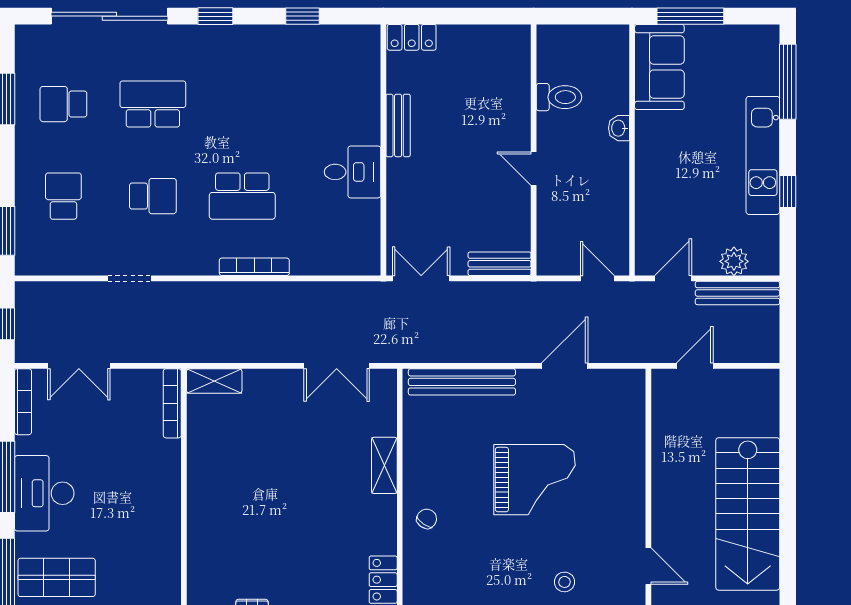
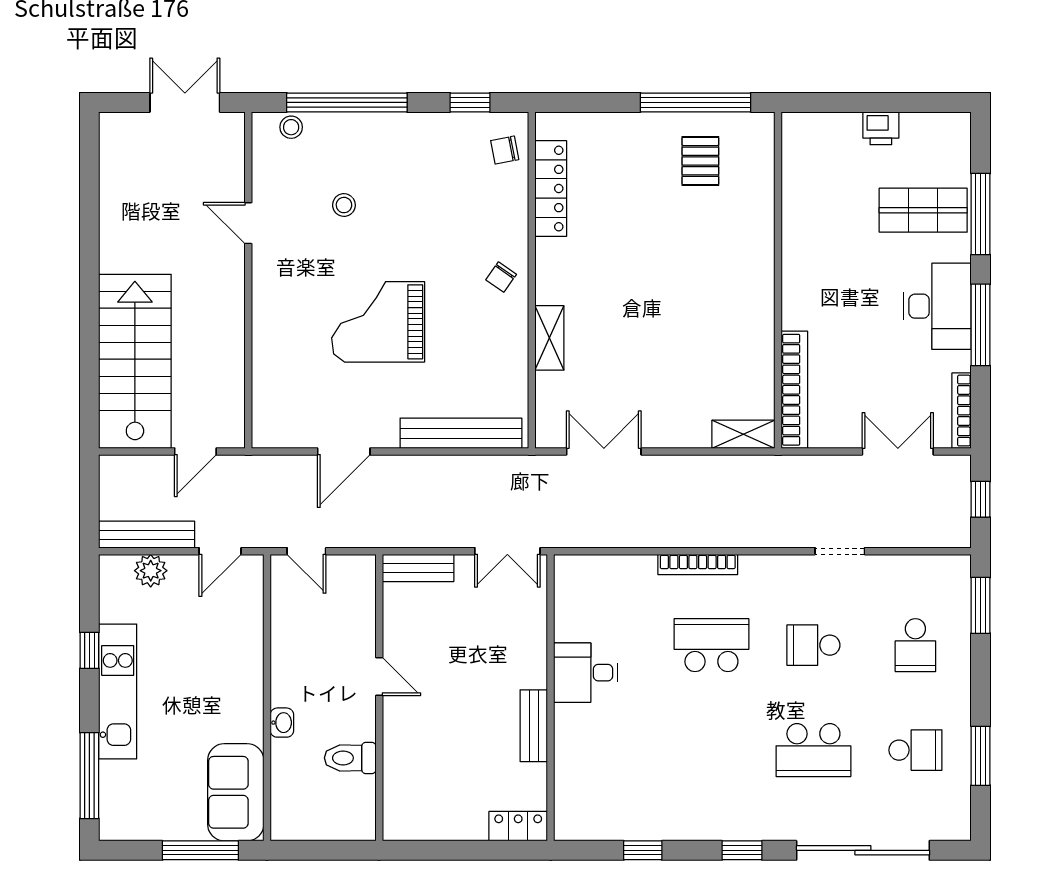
bookcase: (172, 403) -> (794, 390), width x1.48, depth x1.31
stairs: (748, 514) -> (135, 361), moved

